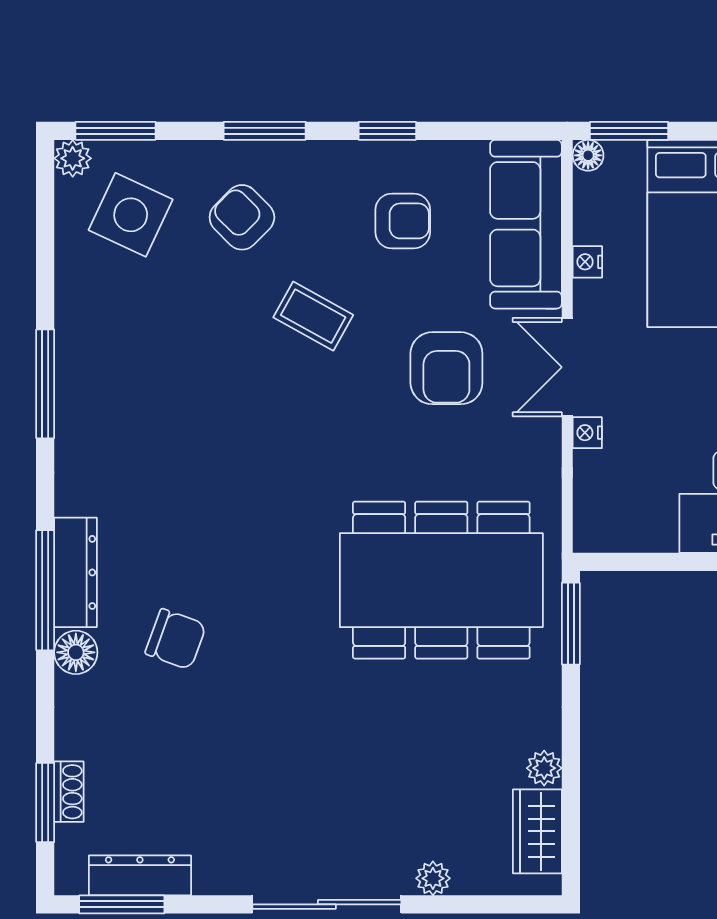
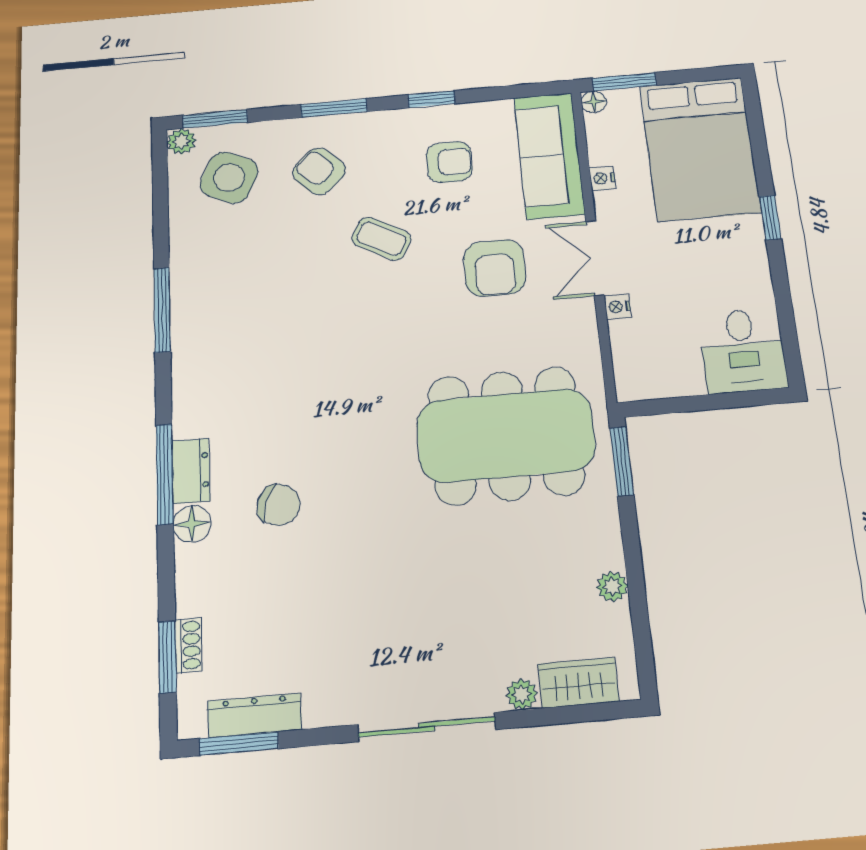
dresser: (76, 572) -> (191, 471), width x0.70
wardrobe: (537, 831) -> (578, 683), moved, turned 90

